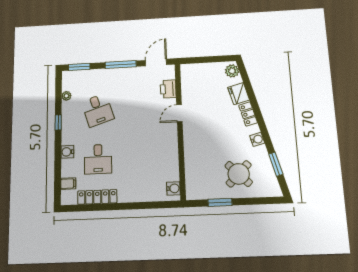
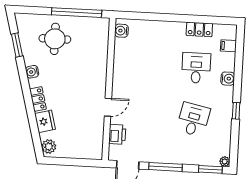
plant: (66, 96) -> (225, 161), moved
desk: (98, 110) -> (193, 120), turned 30
round table: (239, 174) -> (55, 39), turned 45
locker: (97, 197) -> (199, 29), width x0.66
window: (220, 202) -> (77, 13), width x2.11

